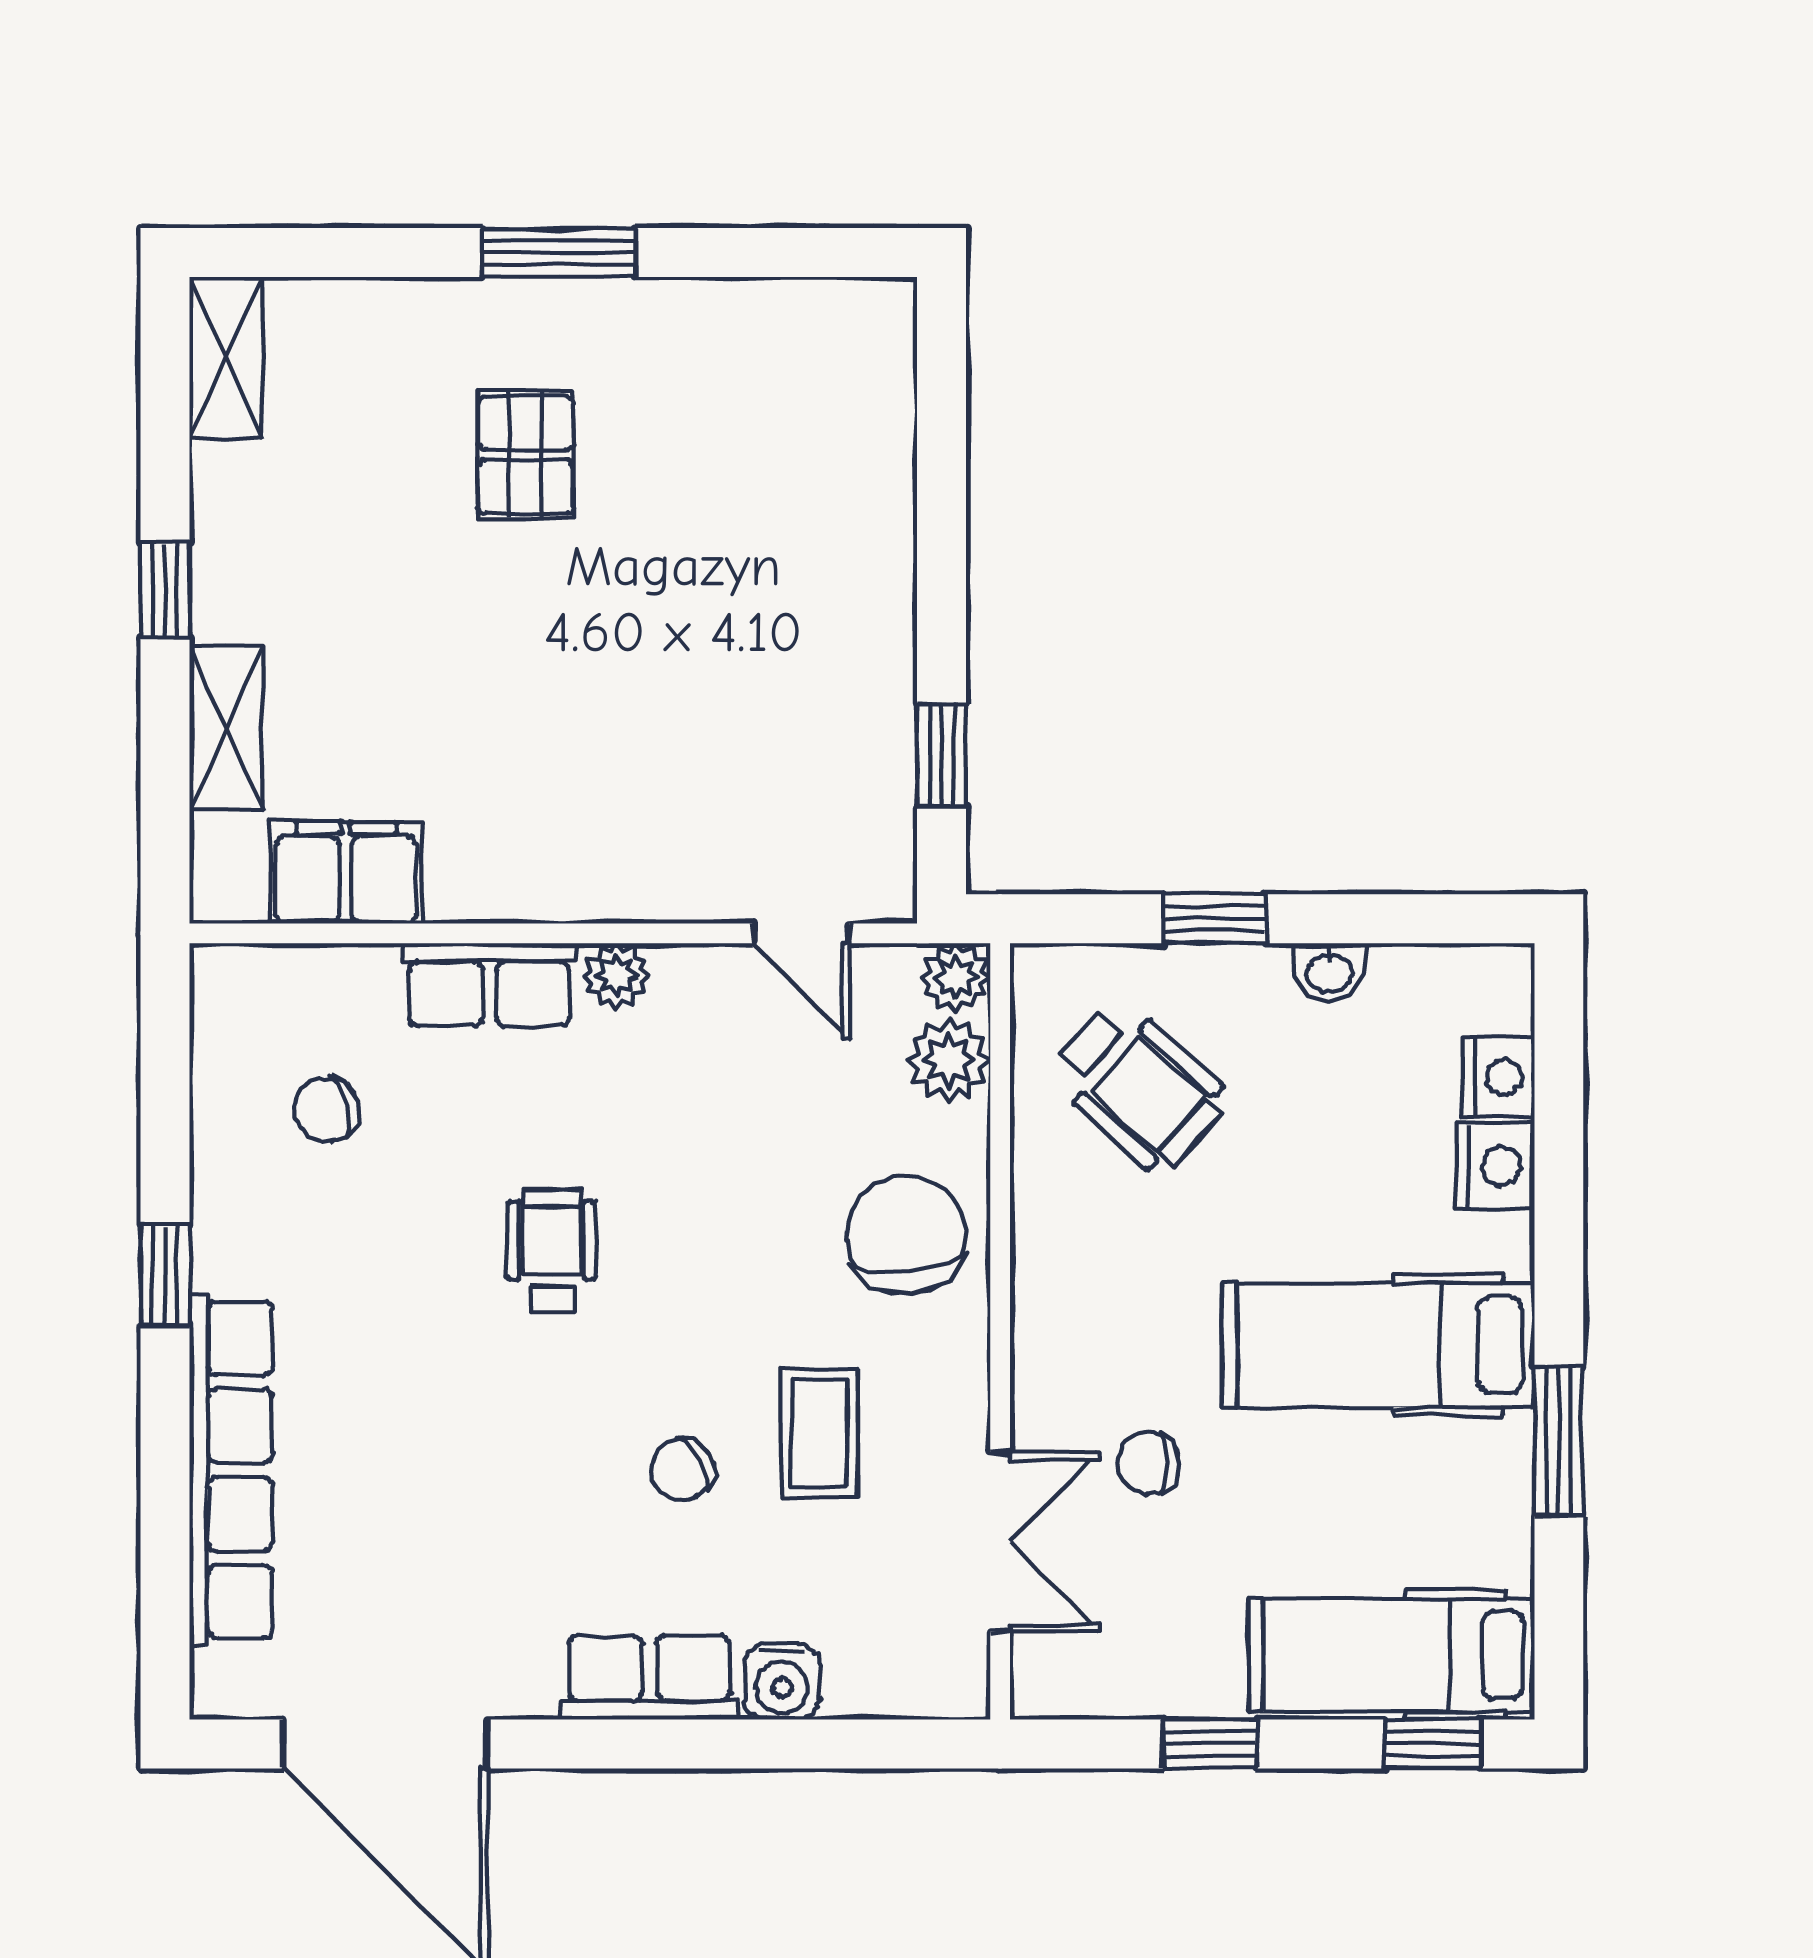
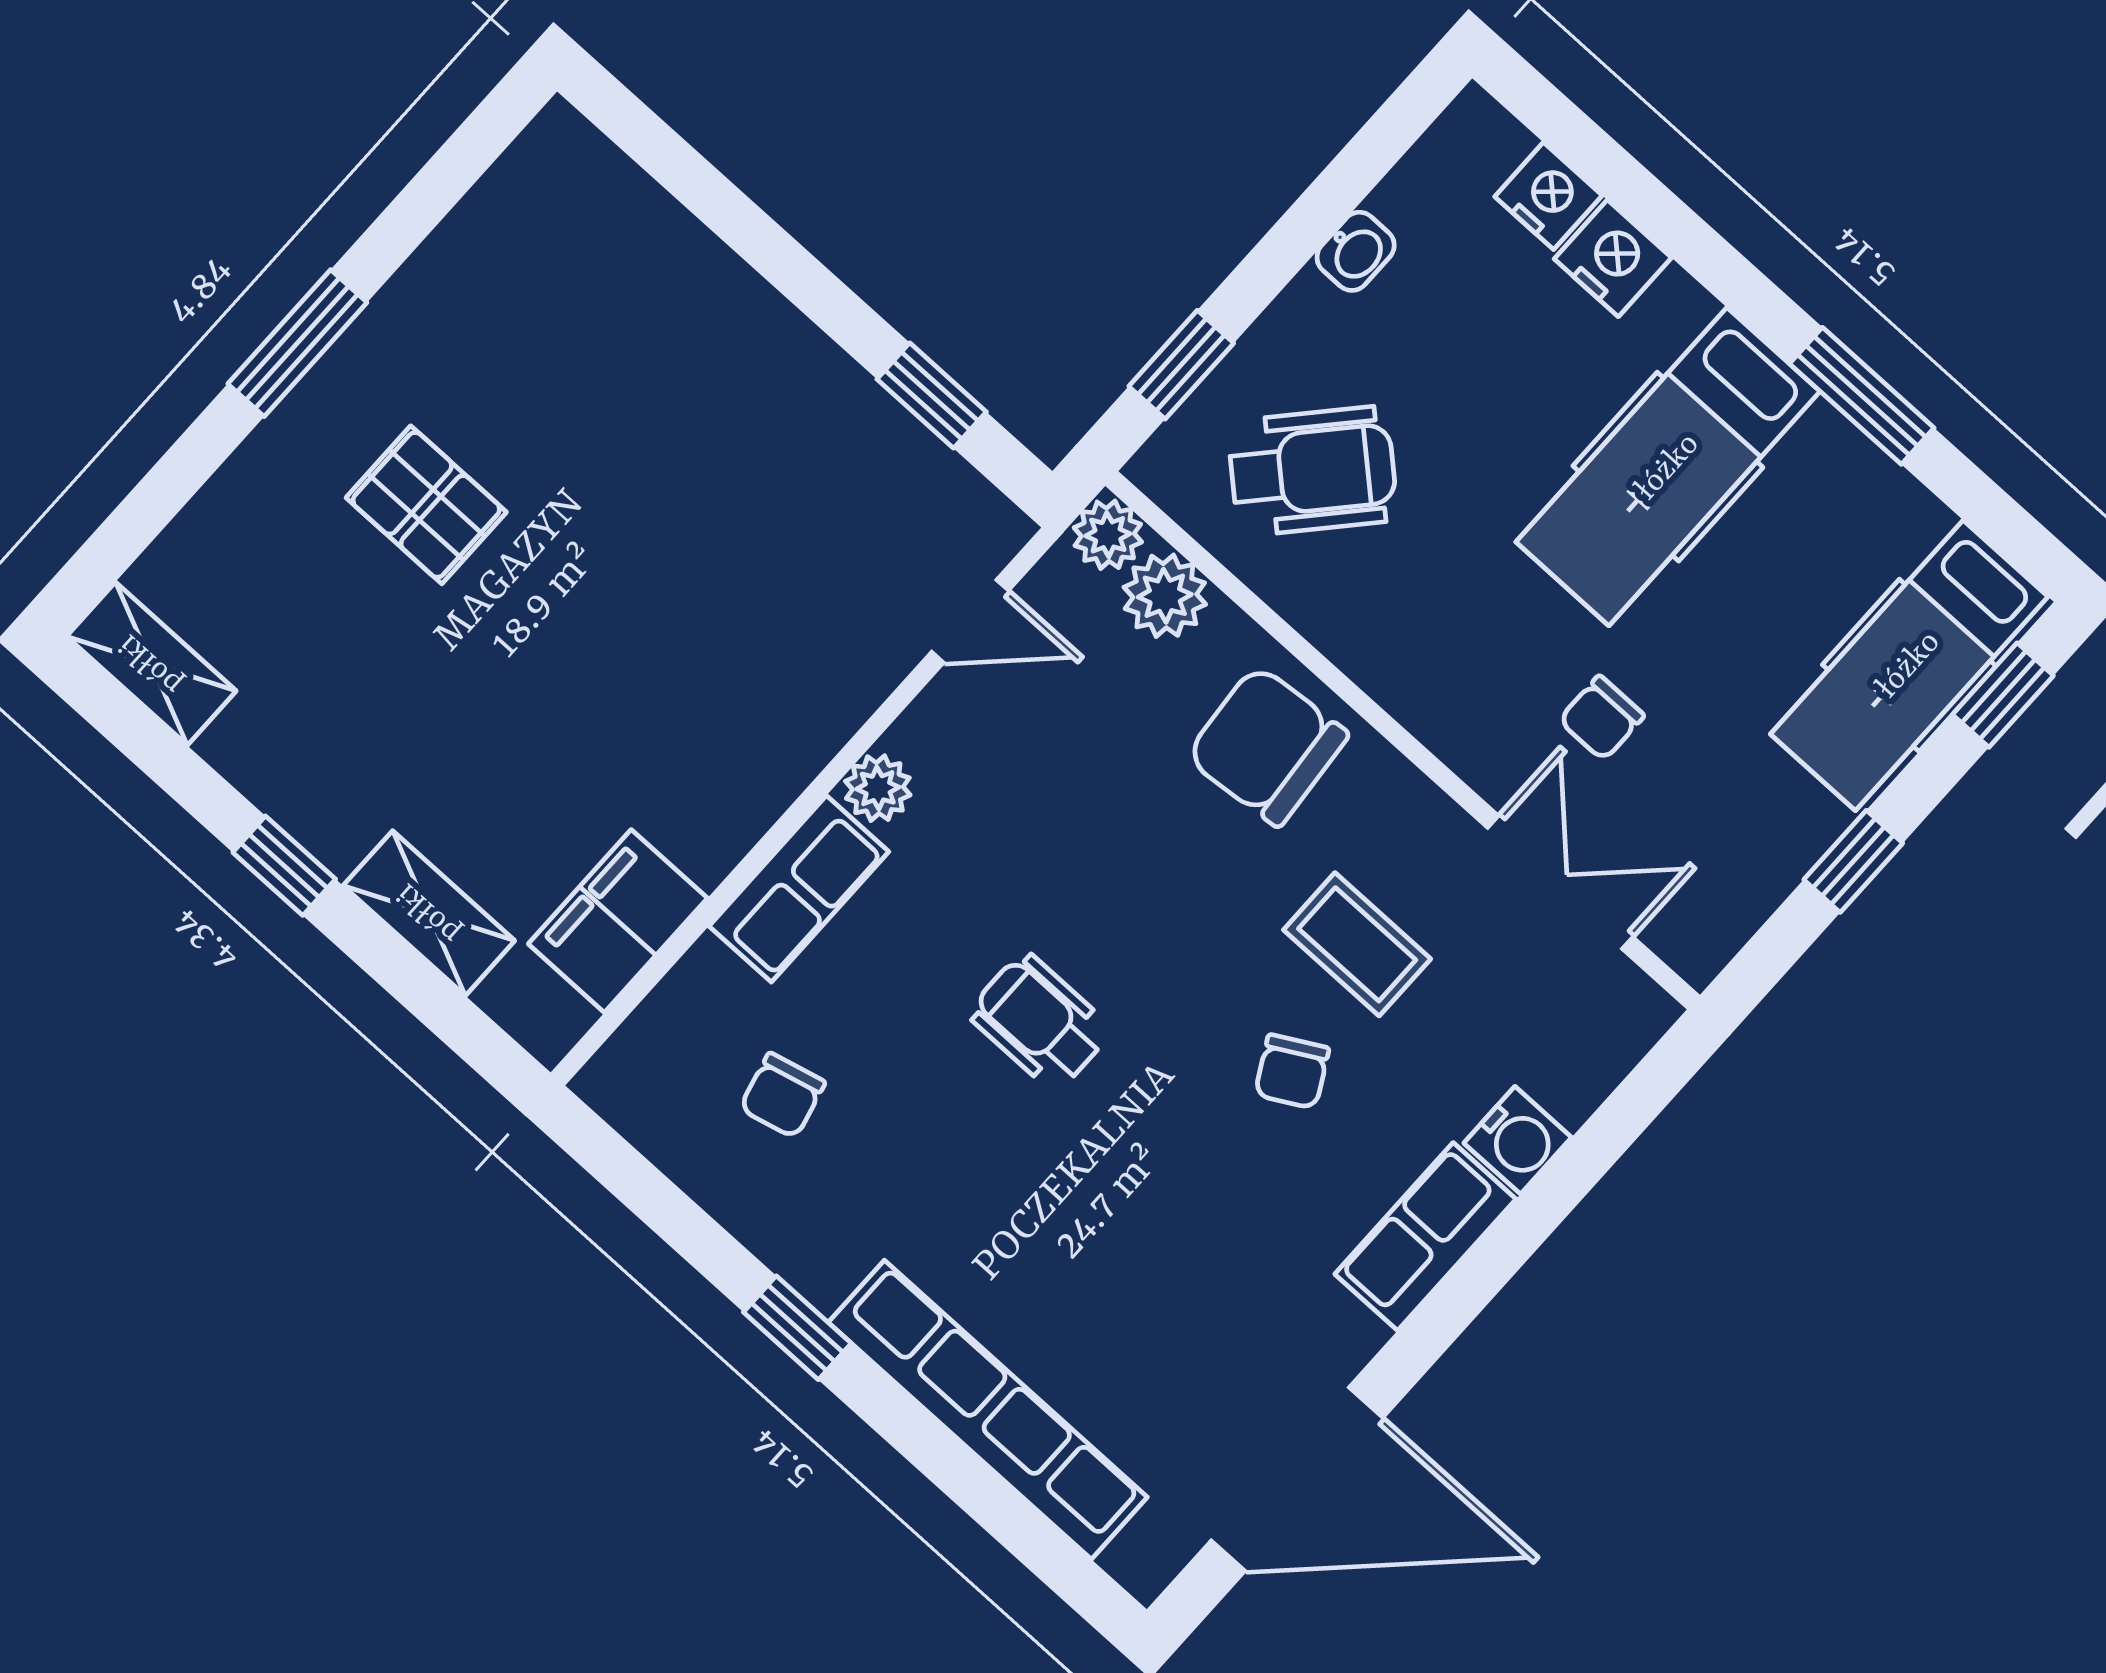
window: (1215, 919) -> (1181, 365), moved

